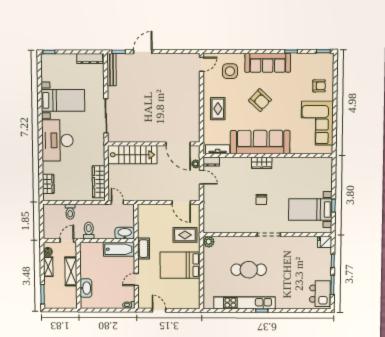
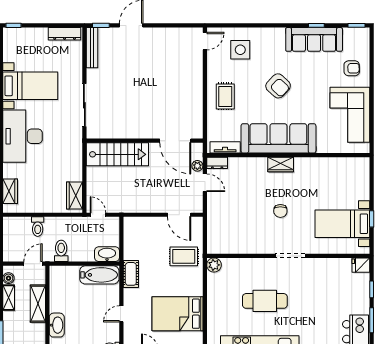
sofa: (268, 63) -> (314, 39), moved
wardrobe: (99, 182) -> (74, 195), width x0.67
bed: (180, 265) -> (177, 314), moved

